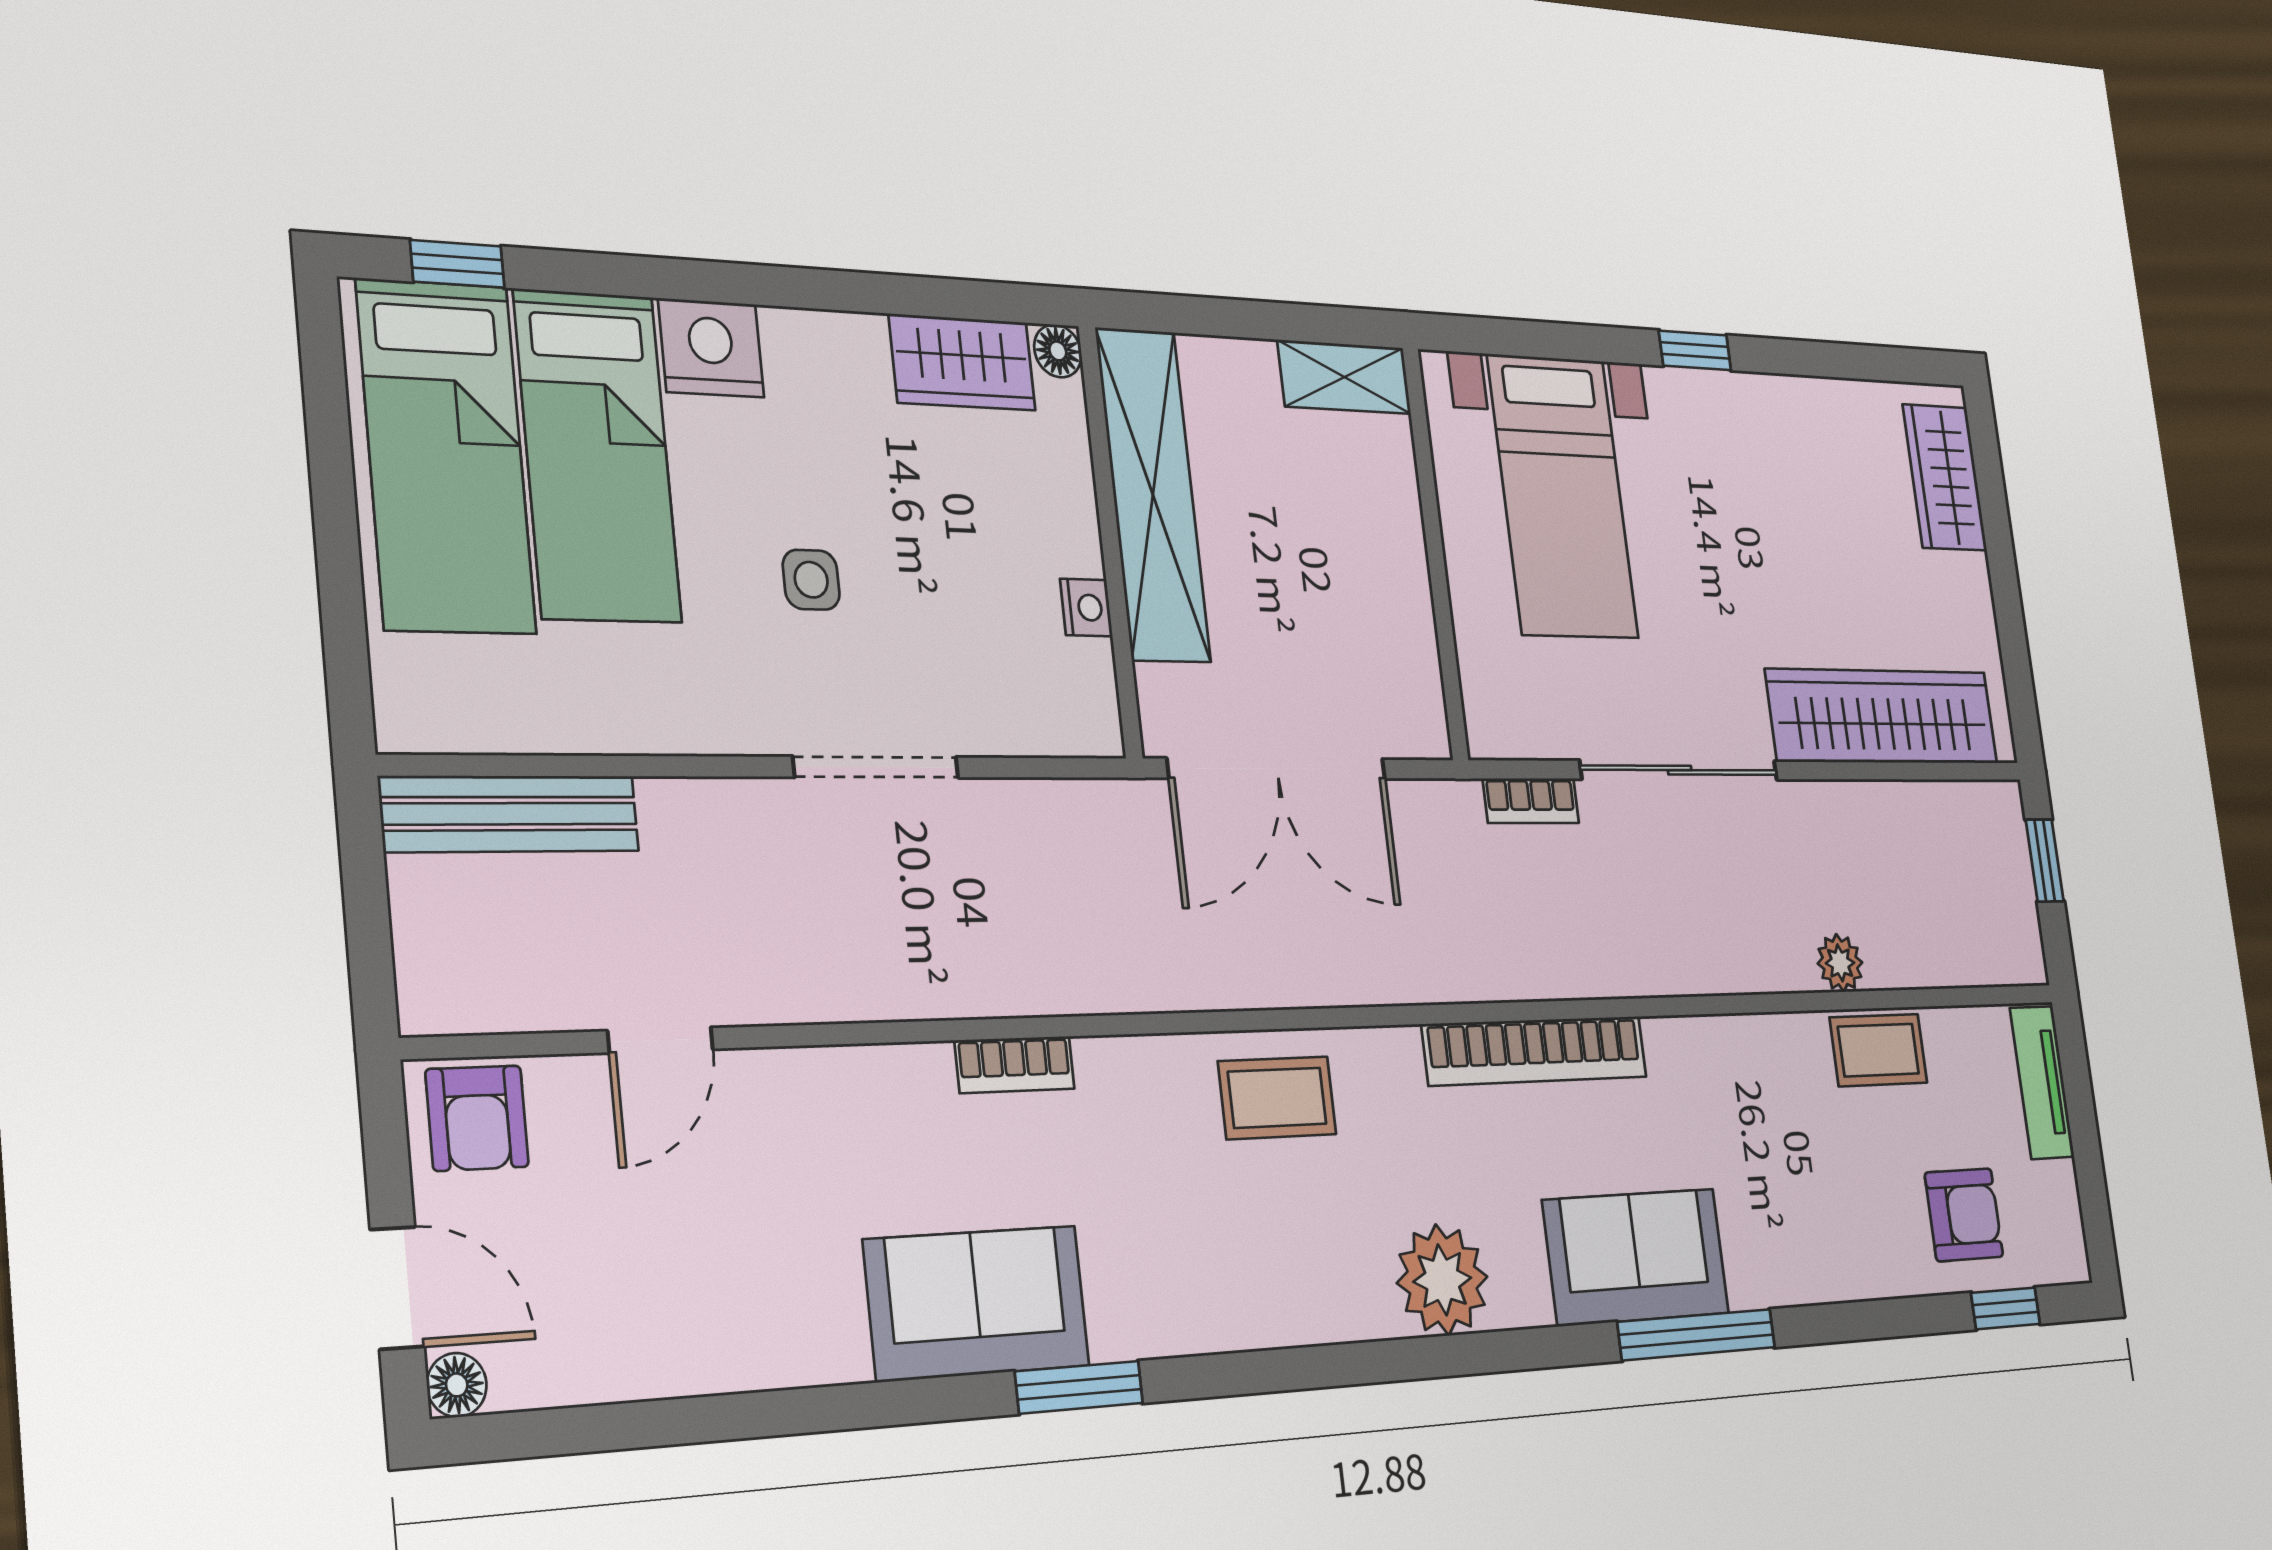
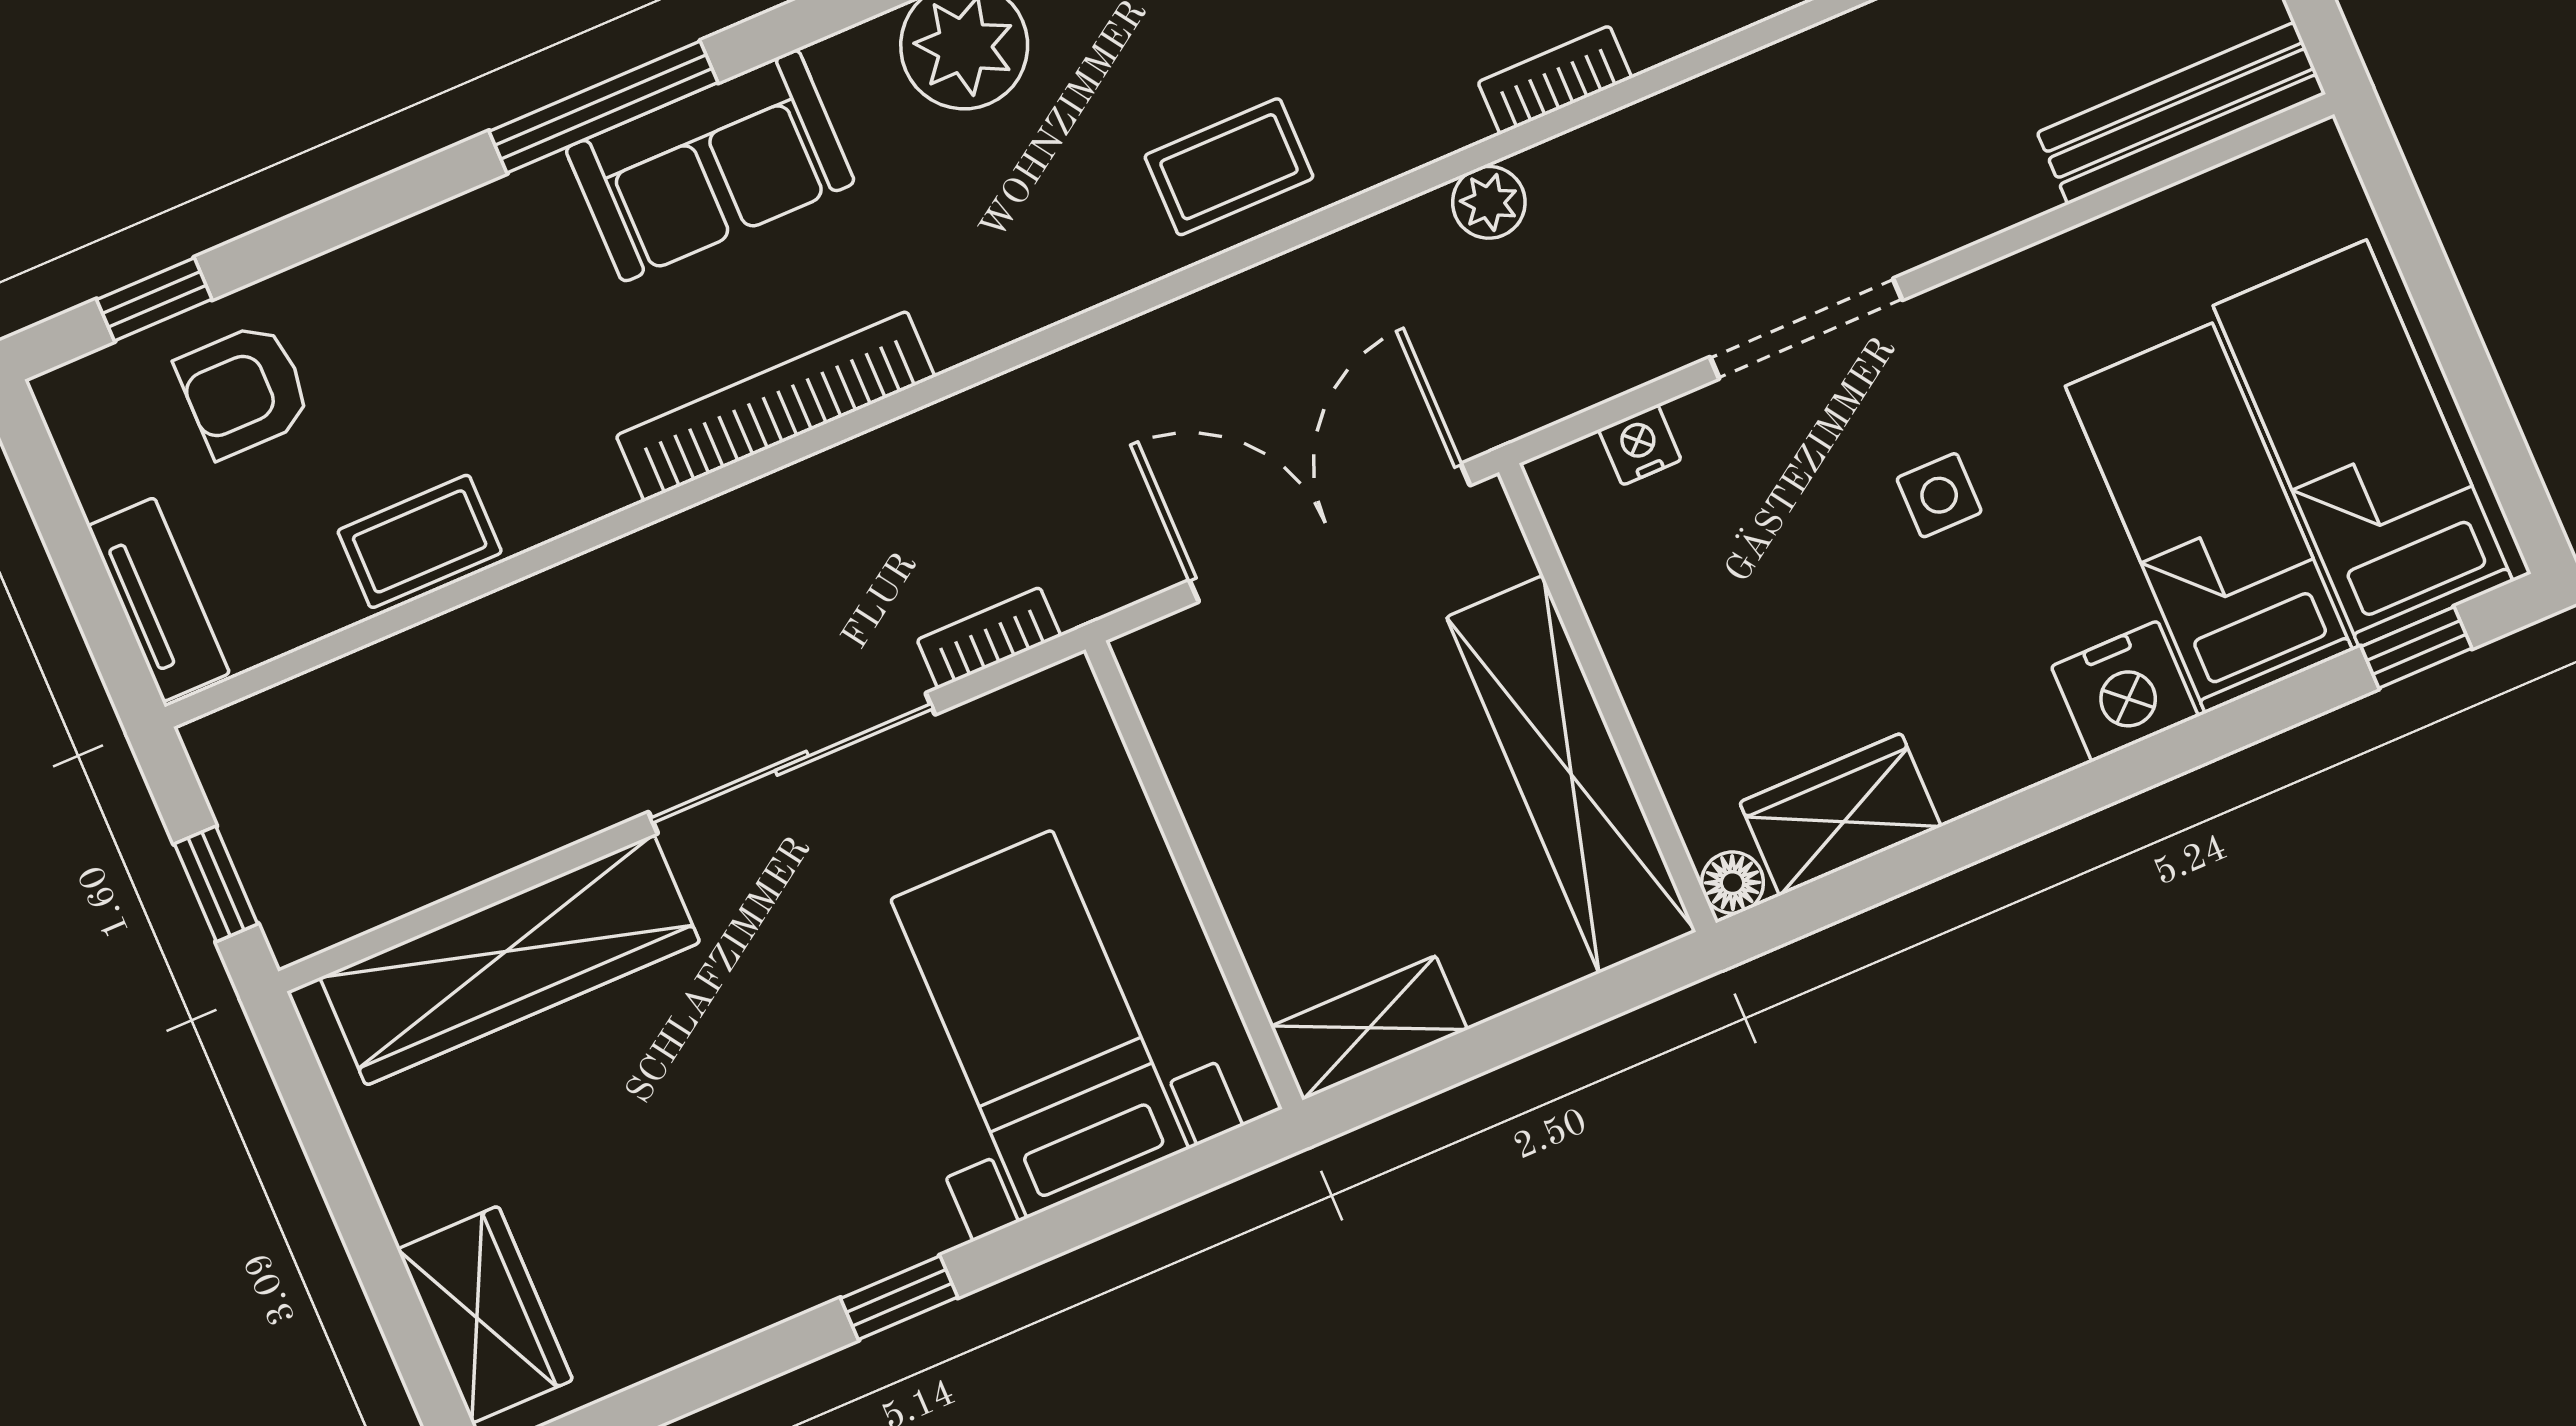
nightstand: (1086, 608) -> (1640, 445), moved, turned 90
plant: (1840, 963) -> (1489, 202), moved
bookcase: (1535, 1051) -> (776, 406), moved

